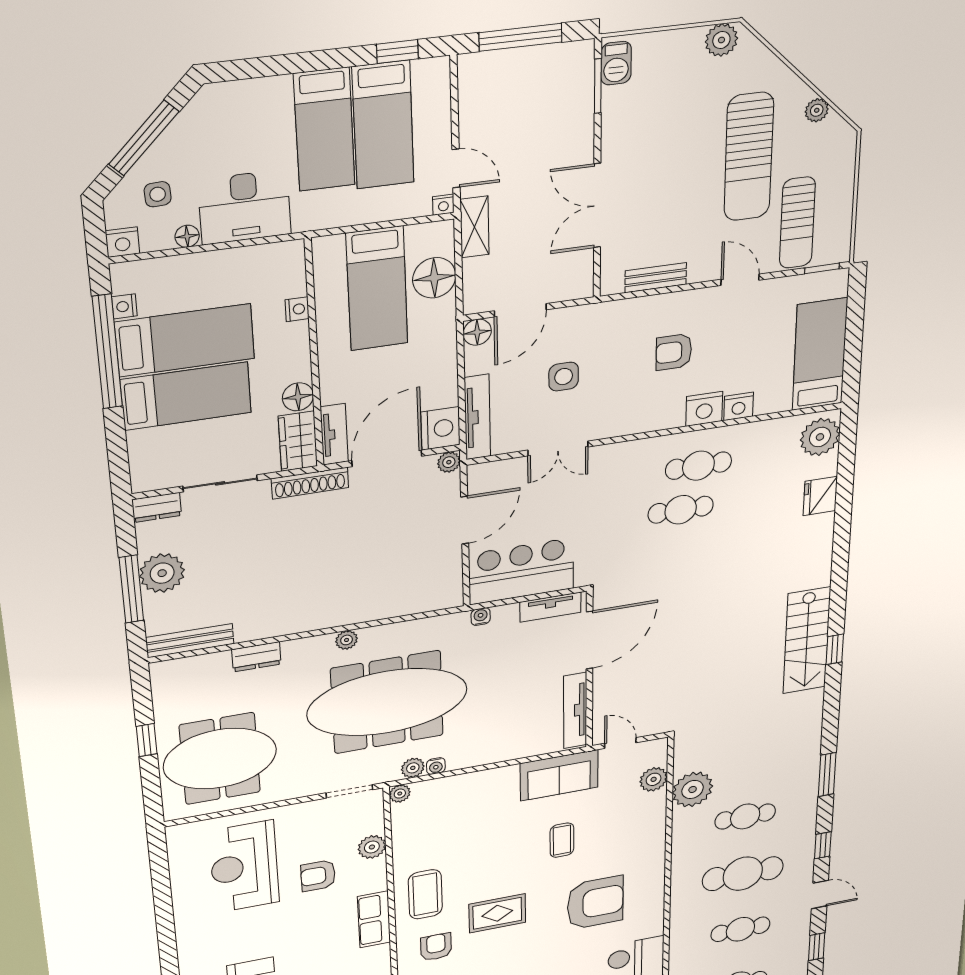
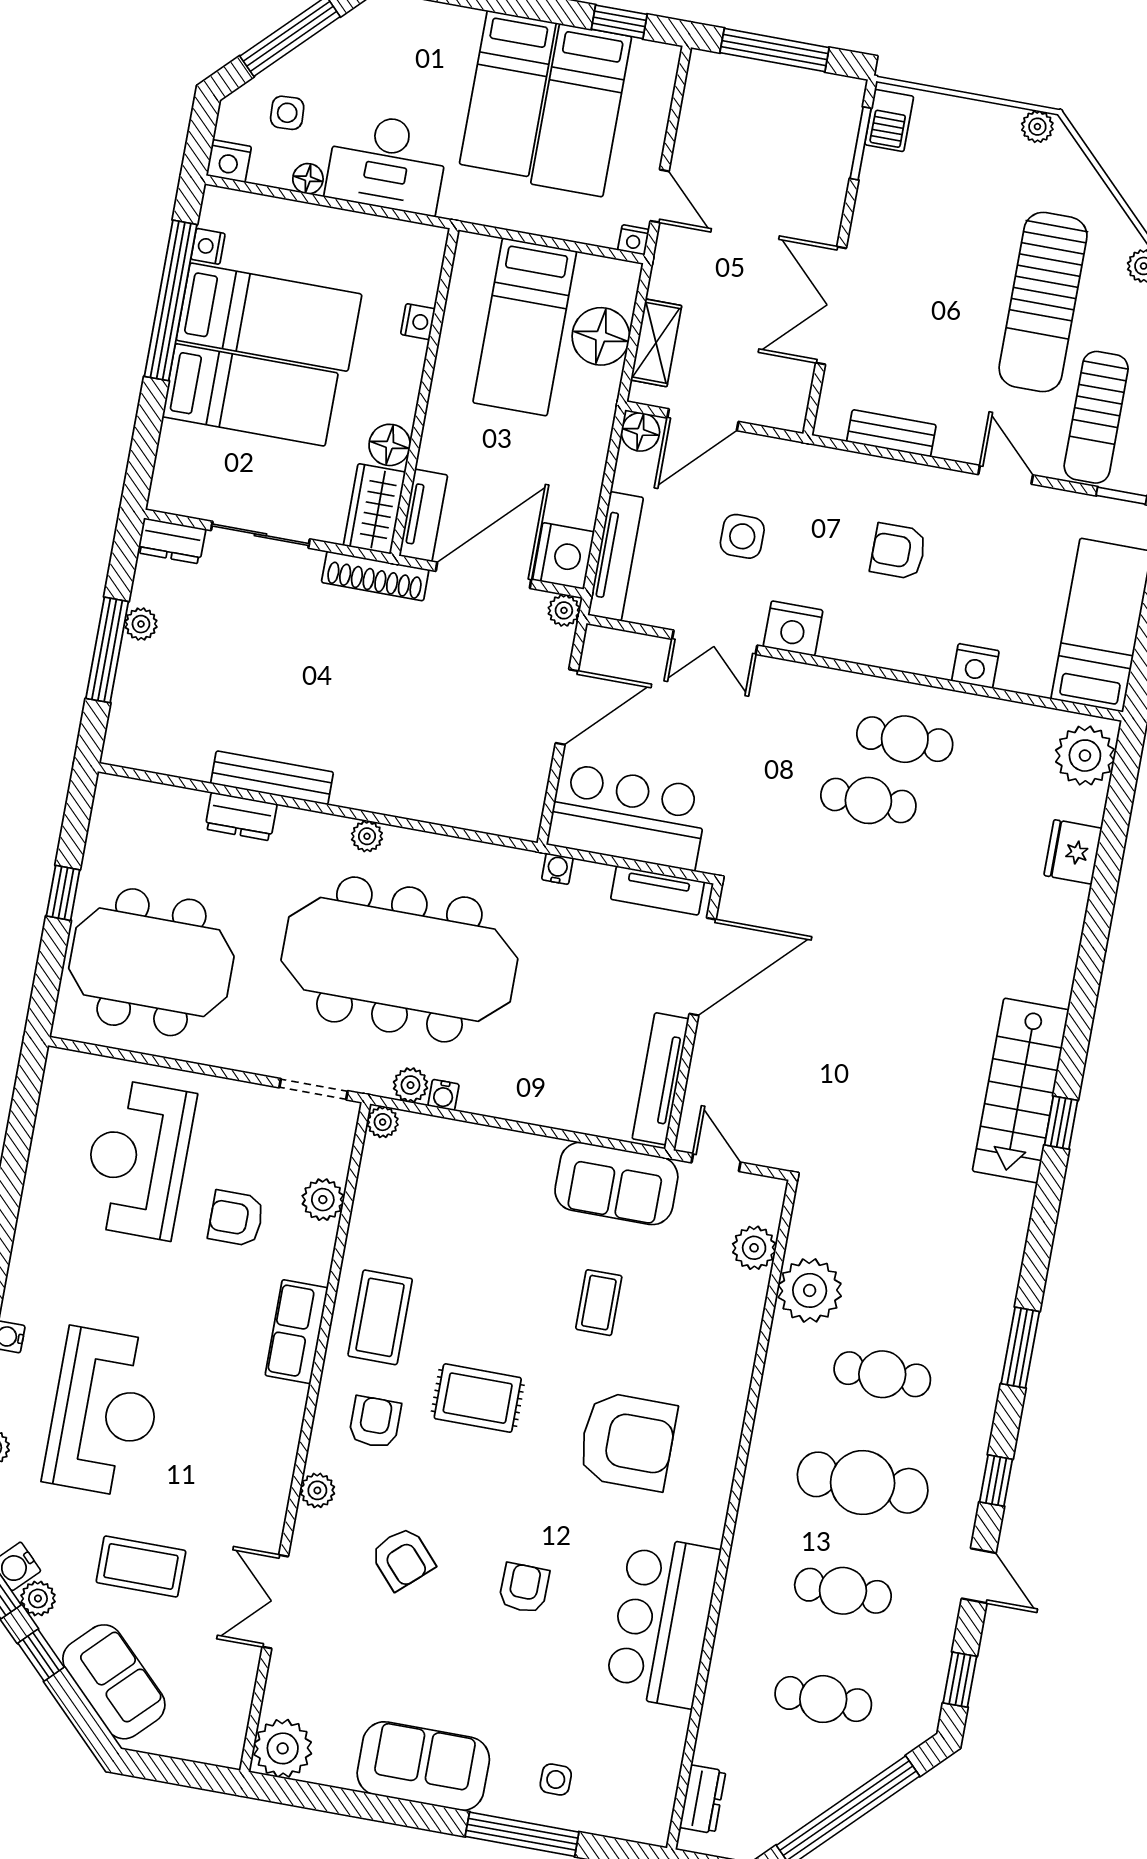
plant: (721, 40) -> (1037, 127), width x0.73, depth x0.73
shelving: (475, 227) -> (656, 343), moved
nightstand: (704, 409) -> (793, 628), moved
plant: (162, 573) -> (141, 624), width x0.53, depth x0.53
bench: (190, 641) -> (272, 778), moved

